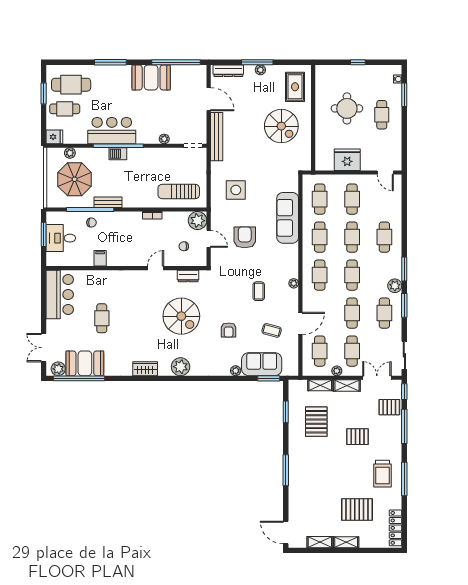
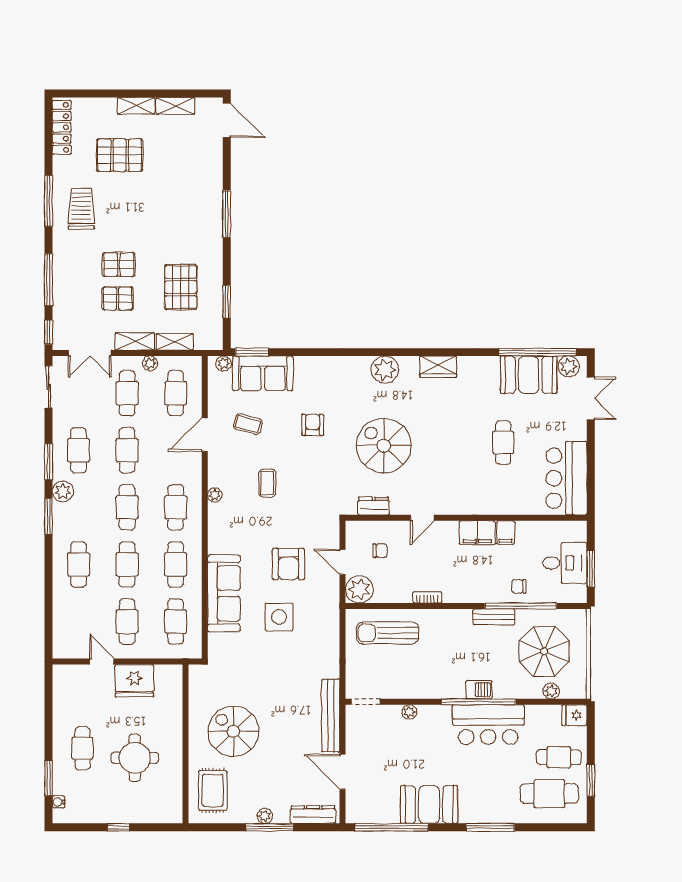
door: (385, 172) -> (102, 662), moved
side table: (236, 190) -> (279, 617), moved
sun lounger: (179, 191) -> (388, 633), turned 180
filing cabinet: (119, 258) -> (477, 533), added
plant: (236, 371) -> (224, 364), moved
pallet: (389, 407) -> (118, 299), moved

